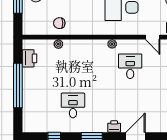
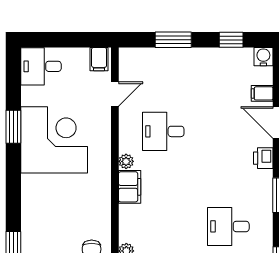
filing cabinet: (97, 46) -> (130, 187), added
filing cabinet: (153, 126) -> (262, 93), added

